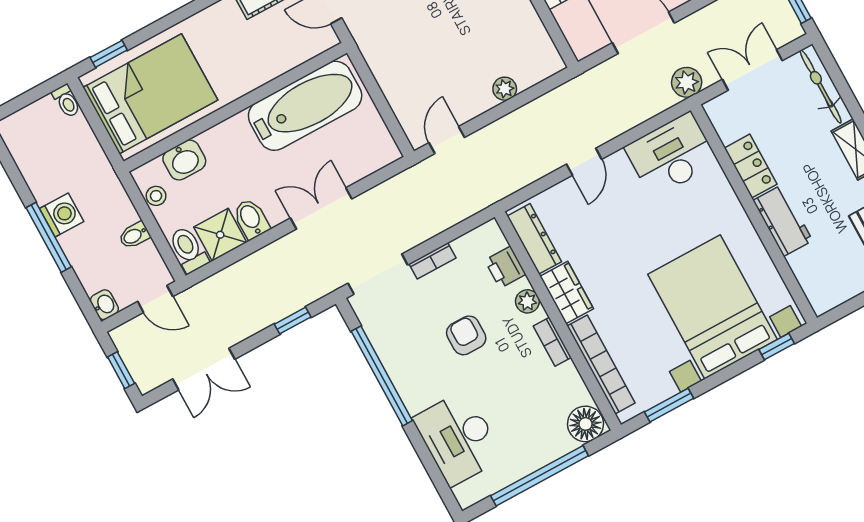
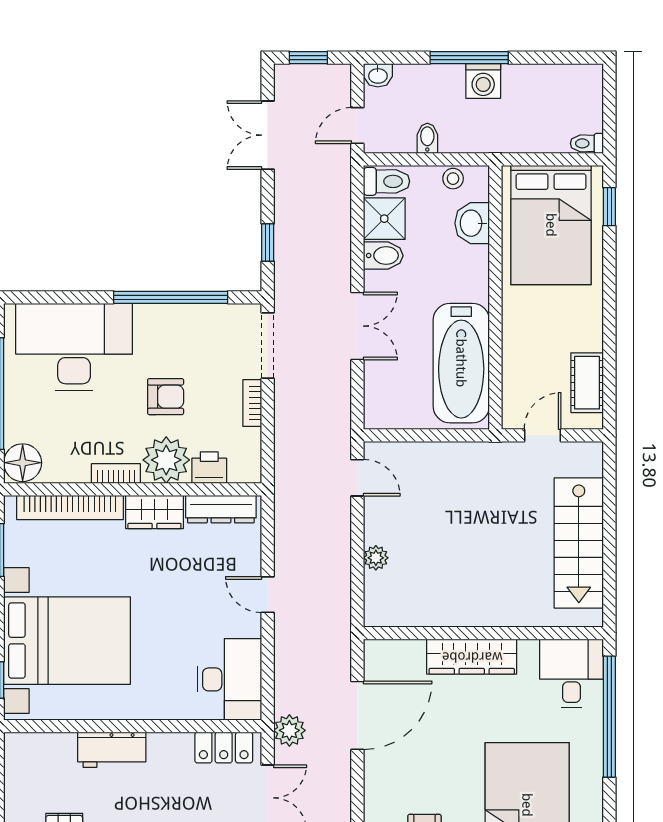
locker: (751, 166) -> (224, 748), moved
plant: (527, 301) -> (166, 460), width x1.88, depth x1.88
desk: (458, 438) -> (74, 347), width x1.36, depth x1.30

